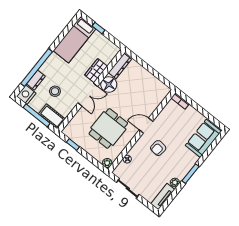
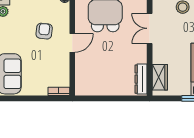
wardrobe: (96, 71) -> (160, 77), moved
floor lamp: (109, 84) -> (138, 53), removed

